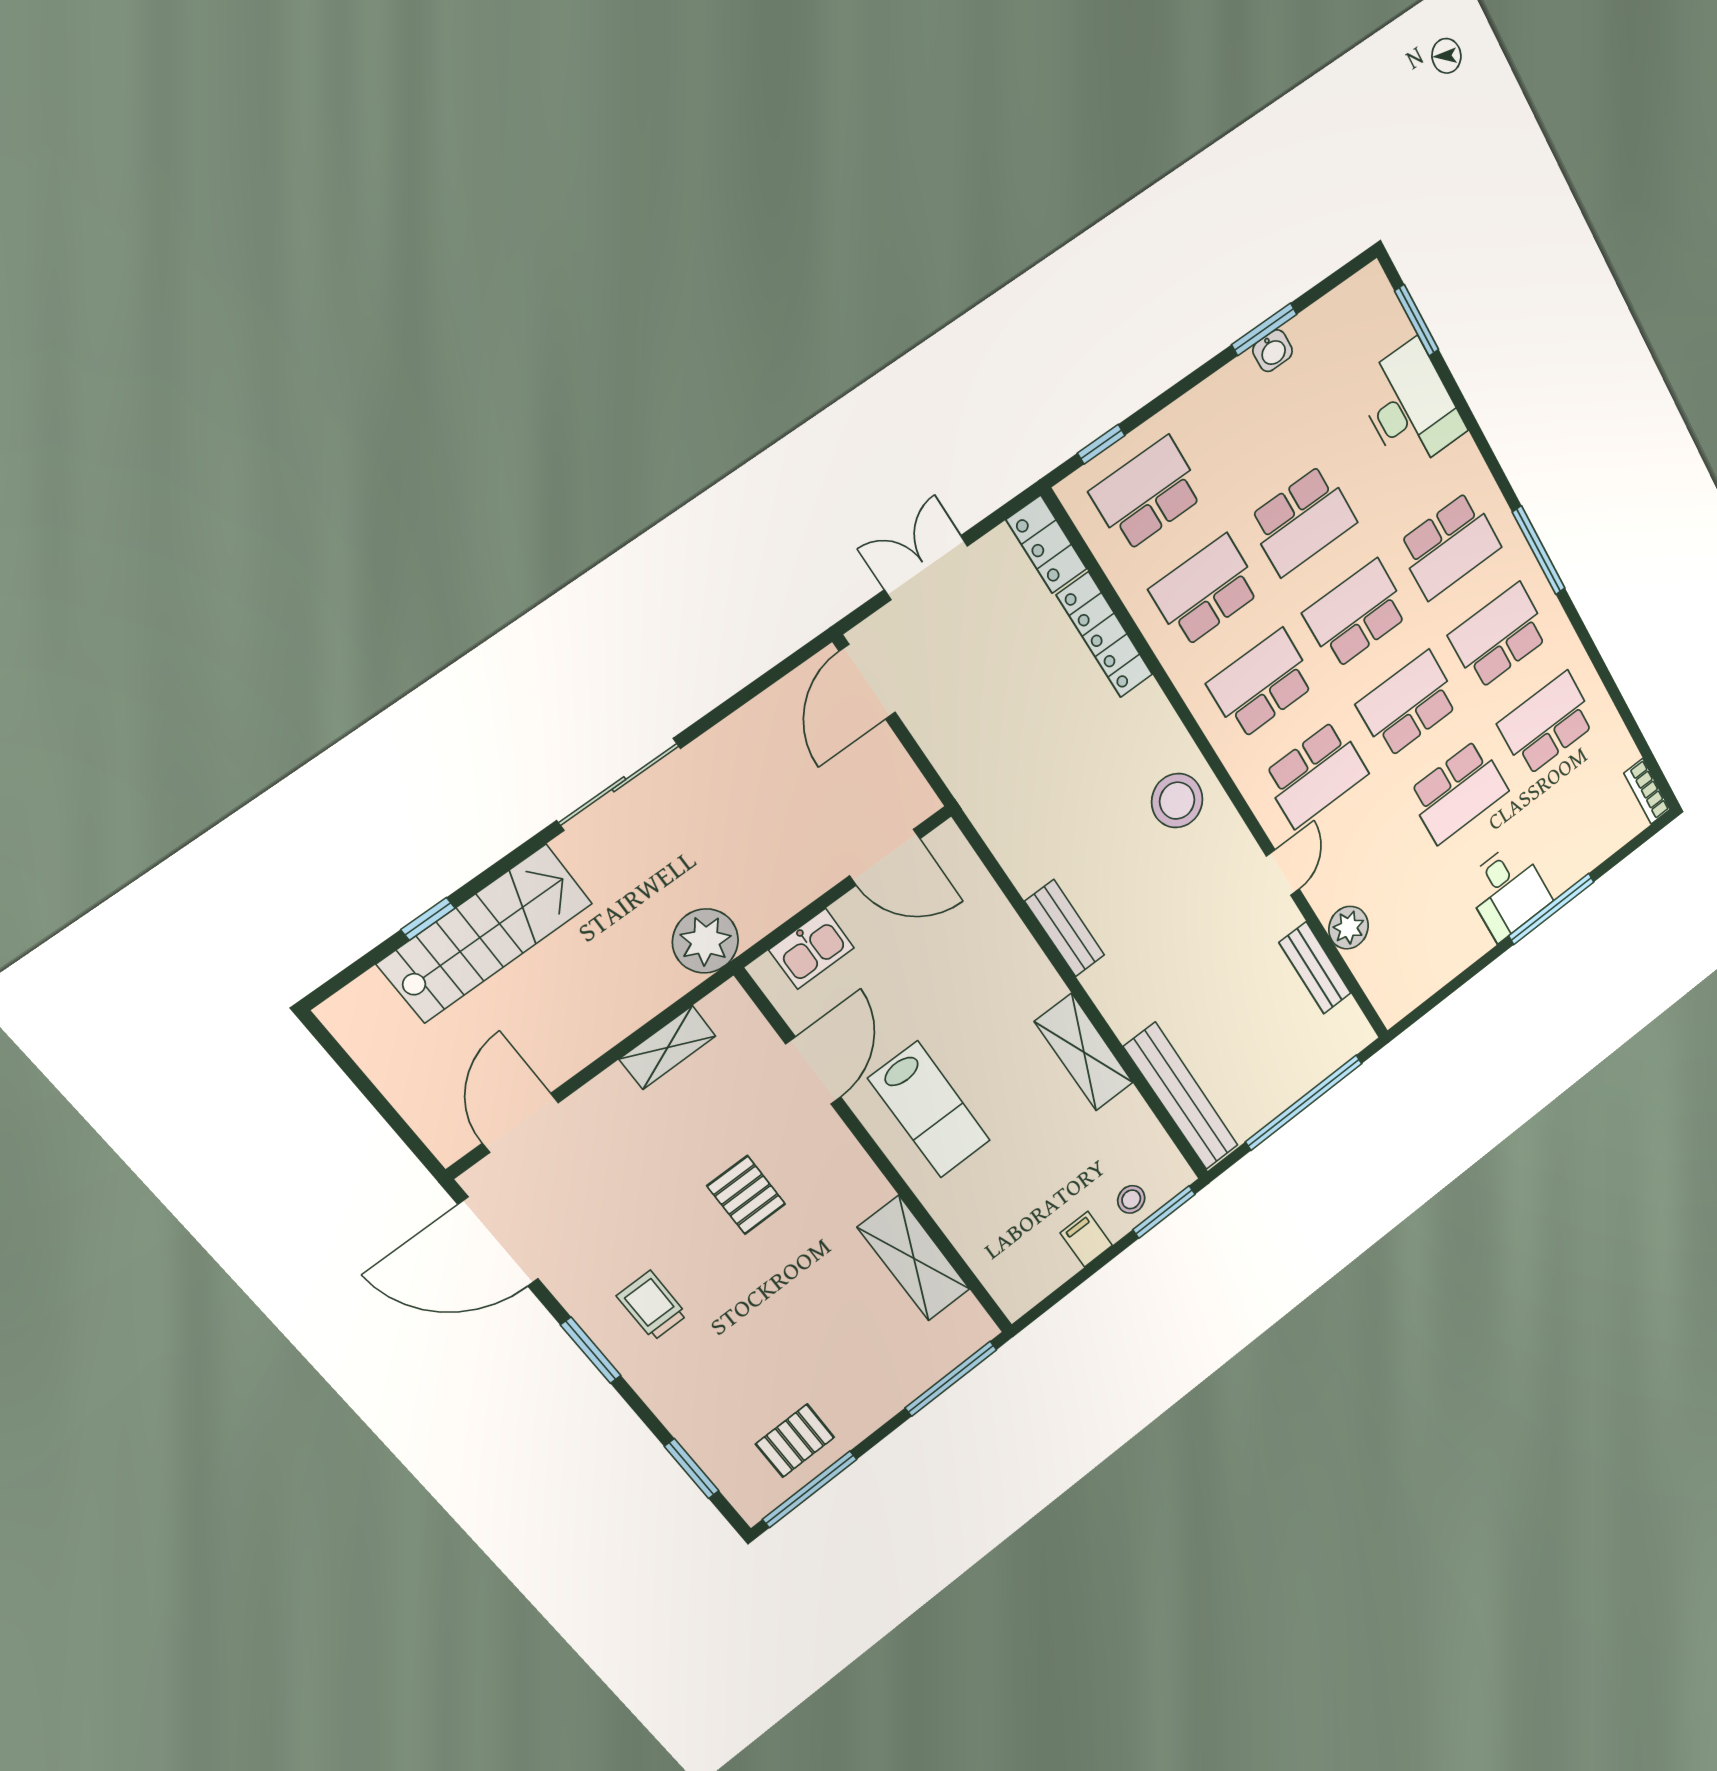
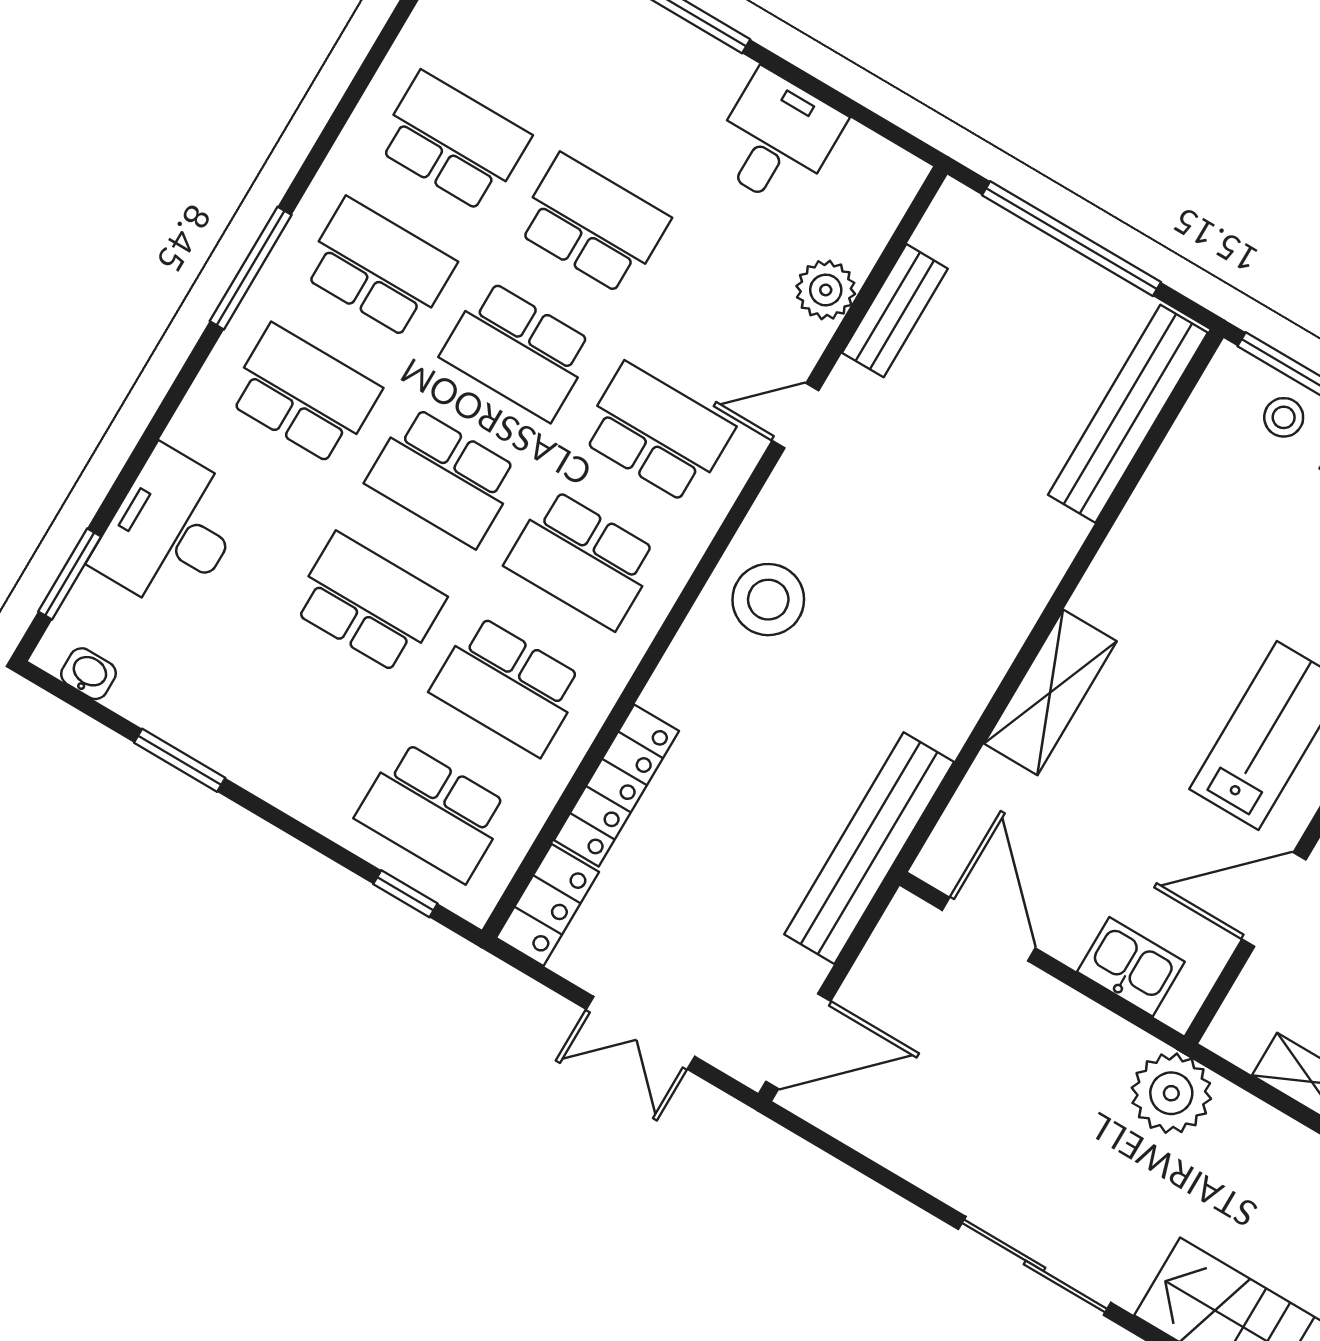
washbasin: (1273, 351) -> (88, 674), moved
school desk: (1499, 636) -> (379, 268), turned 180
school desk: (1547, 724) -> (453, 142), turned 180
desk: (1508, 891) -> (777, 139), moved
bench: (1065, 928) -> (869, 848), moved, width x1.86, depth x1.21
shelving: (1084, 1052) -> (1050, 692), moved

